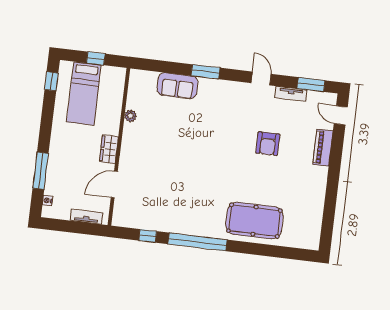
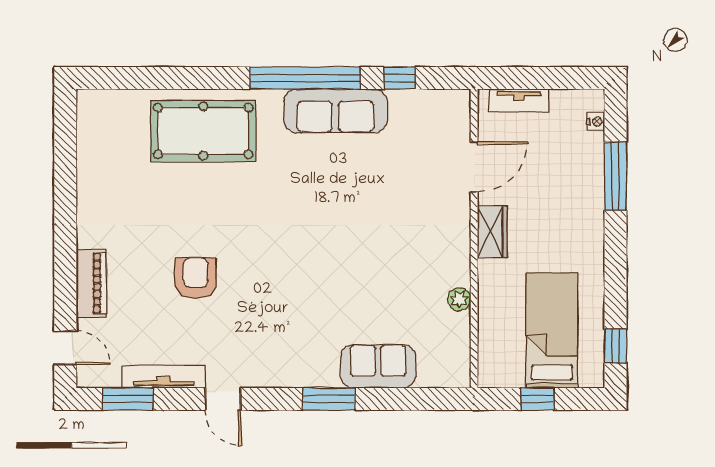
tv unit: (291, 94) -> (163, 377), width x1.41
sofa: (184, 223) -> (336, 111), added

